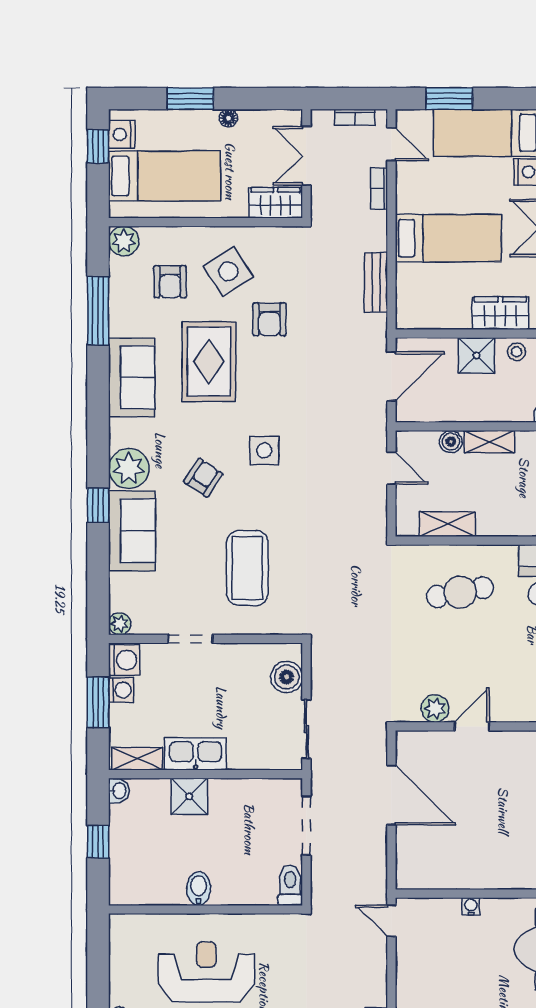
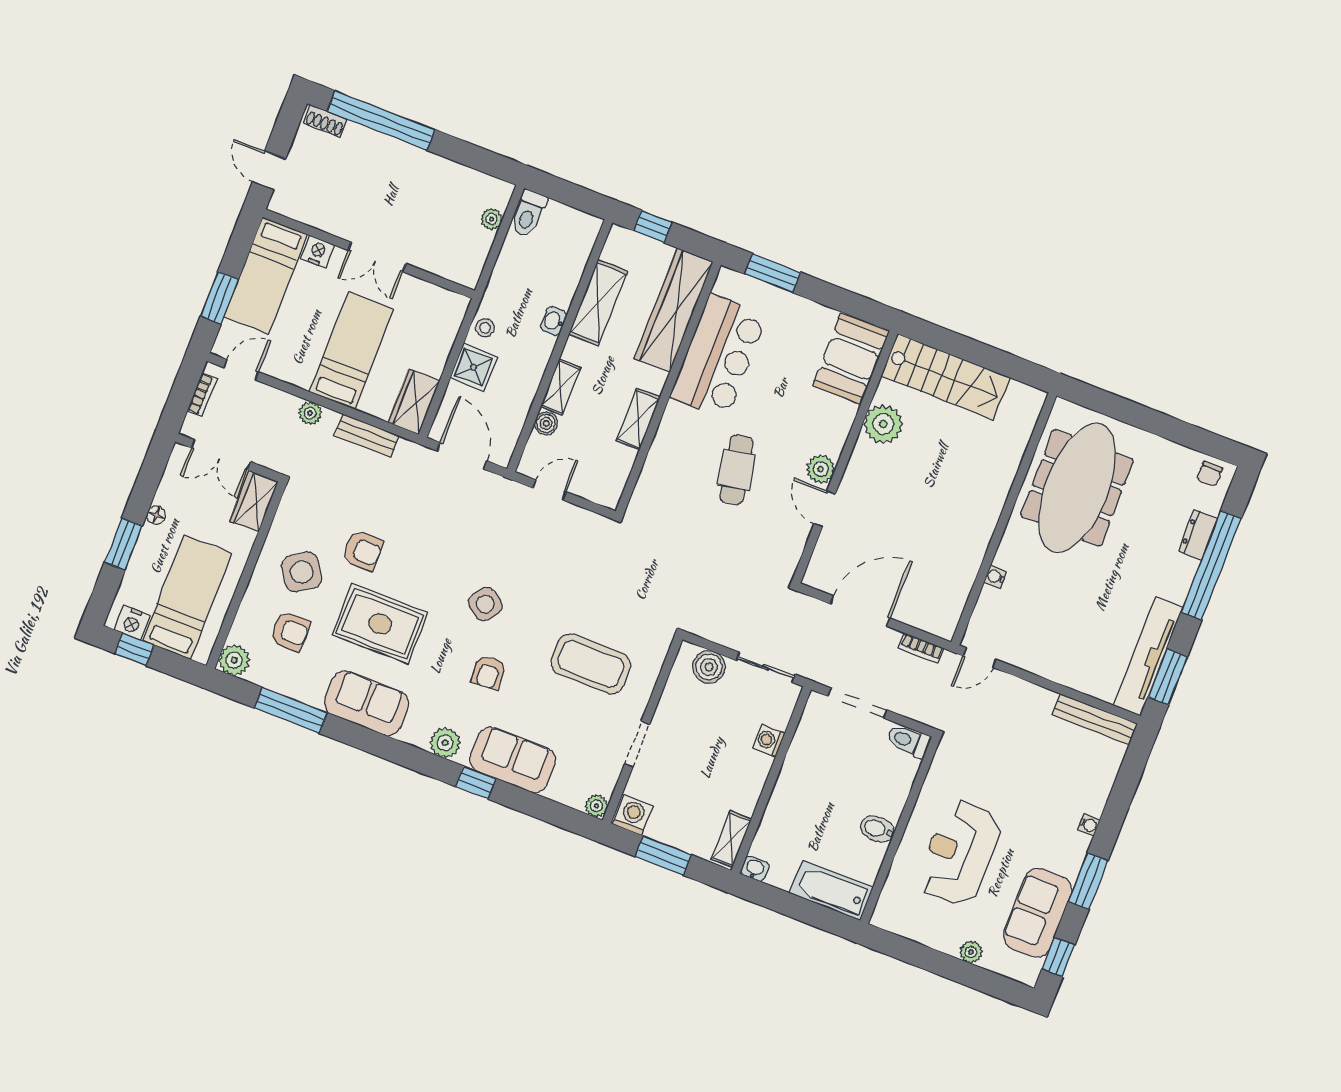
bookcase: (379, 189) -> (921, 648), moved
plant: (376, 223) -> (310, 413), added
wardrobe: (500, 313) -> (414, 402), moved
side table: (264, 450) -> (485, 604), turned 36
plant: (129, 468) -> (445, 743), width x0.73, depth x0.73
armchair: (203, 478) -> (488, 672), turned -128
shelving: (447, 524) -> (638, 419), moved
cafe table: (460, 592) -> (737, 470), moved
washing machine: (121, 690) -> (769, 740), moved, turned -90
plant: (435, 709) -> (821, 469), moved
kitchen sink: (196, 754) -> (748, 782), removed
shower: (189, 796) -> (786, 804), removed
window: (98, 842) -> (796, 907), removed
bathtub: (126, 868) -> (831, 890), added

